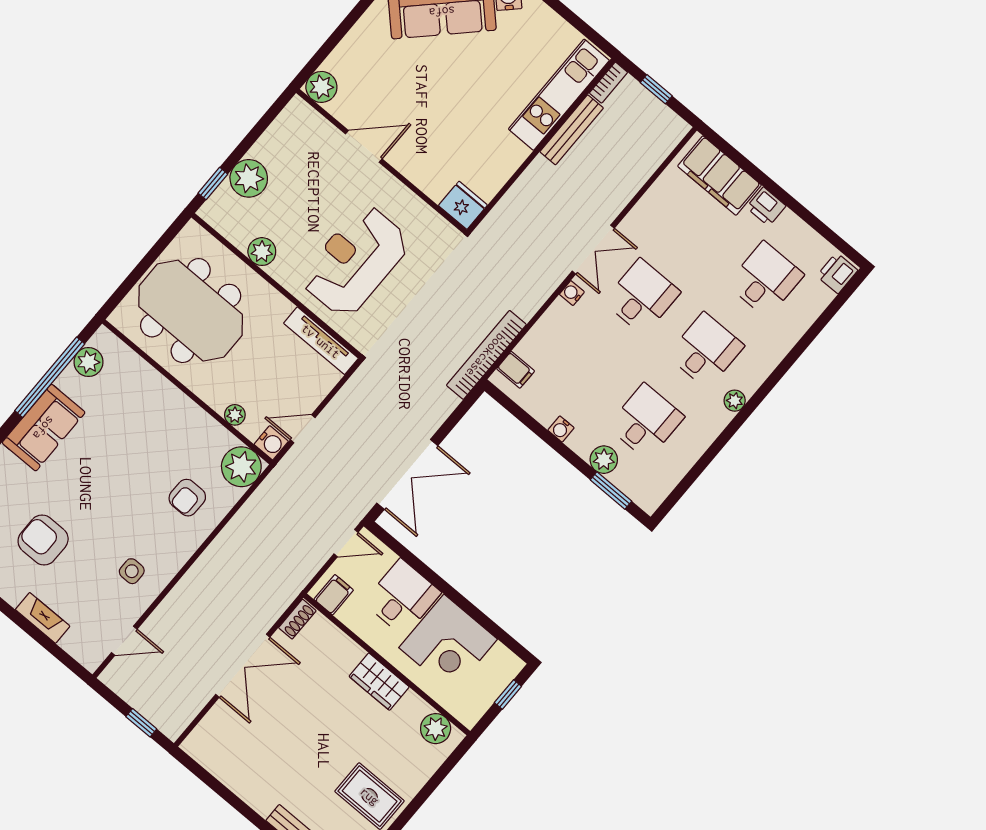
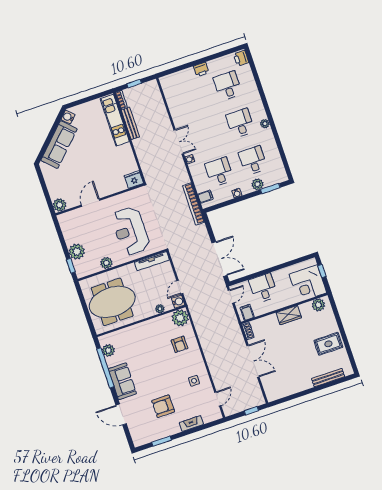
filing cabinet: (719, 176) -> (180, 80), removed
desk: (642, 297) -> (219, 172), moved
corner desk: (448, 643) -> (308, 283), moved, turned 90

